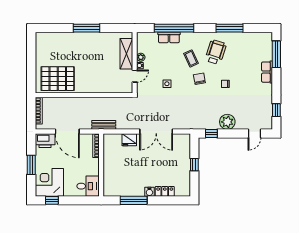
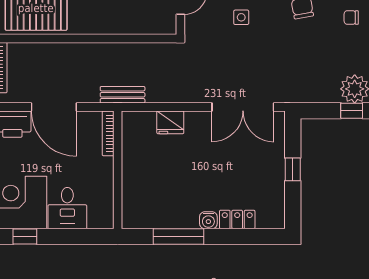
double door: (156, 132) -> (243, 107), moved
window: (211, 134) -> (352, 111), moved
desk: (88, 186) -> (67, 208), moved, turned 90

